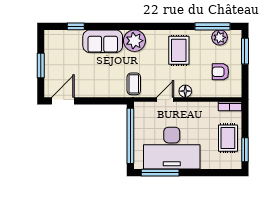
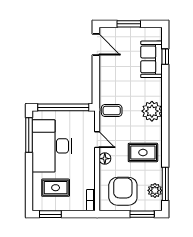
sofa: (103, 41) -> (151, 59), moved
armchair: (220, 72) -> (123, 191), width x1.88, depth x1.88
rug: (228, 138) -> (56, 188), moved

